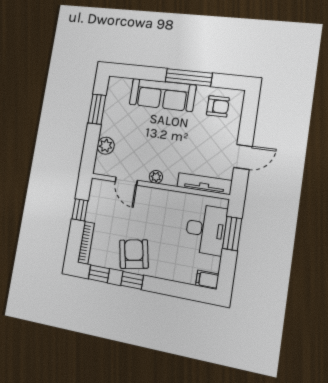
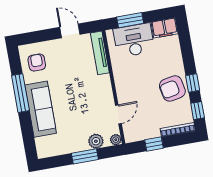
window: (97, 109) -> (85, 156), moved
plant: (156, 177) -> (116, 140), moved
filing cabinet: (207, 280) -> (165, 28), width x2.00

